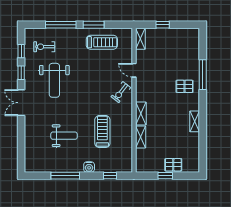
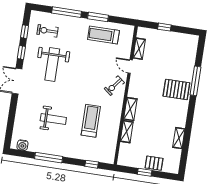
shelving: (140, 39) -> (139, 49), moved
treadmill: (102, 42) -> (103, 35), turned 180
pallet: (185, 86) -> (176, 89), width x1.50, depth x1.42
shelving: (195, 121) -> (179, 138), moved
water cooler: (89, 167) -> (22, 145), moved

